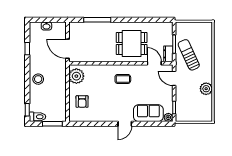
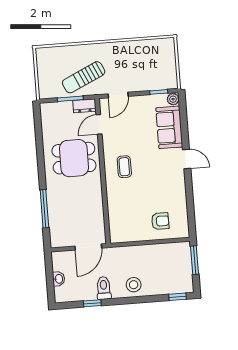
dining table: (132, 44) -> (74, 158), turned 90
plant: (76, 76) -> (125, 232), removed
plant: (206, 89) -> (129, 49), removed
toilet: (37, 117) -> (104, 288), moved

